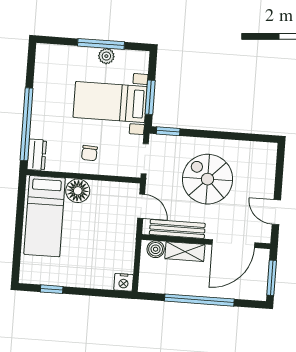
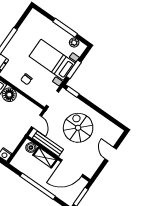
plant: (106, 56) -> (74, 43), moved
door: (276, 212) -> (111, 154), moved

